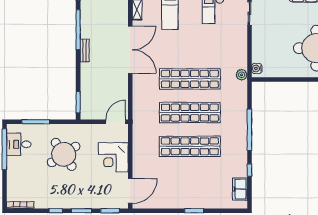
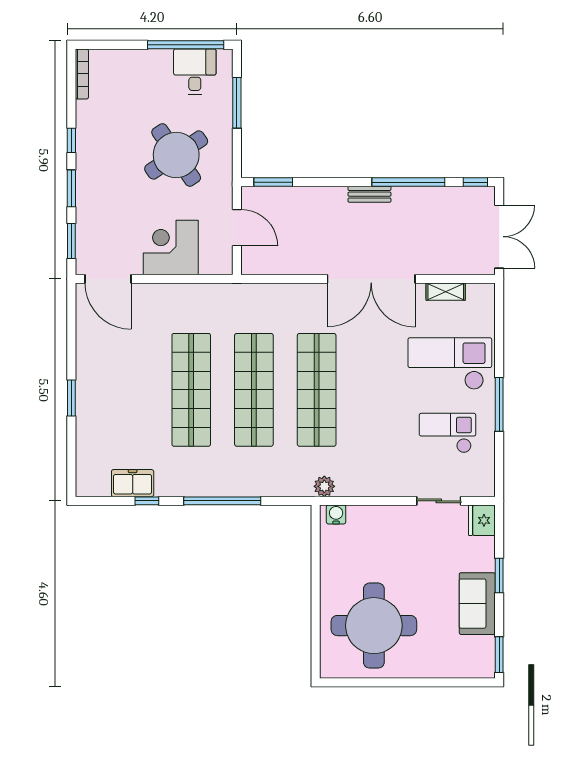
door: (116, 122) -> (237, 228), moved
freezer: (240, 189) -> (133, 483), moved

